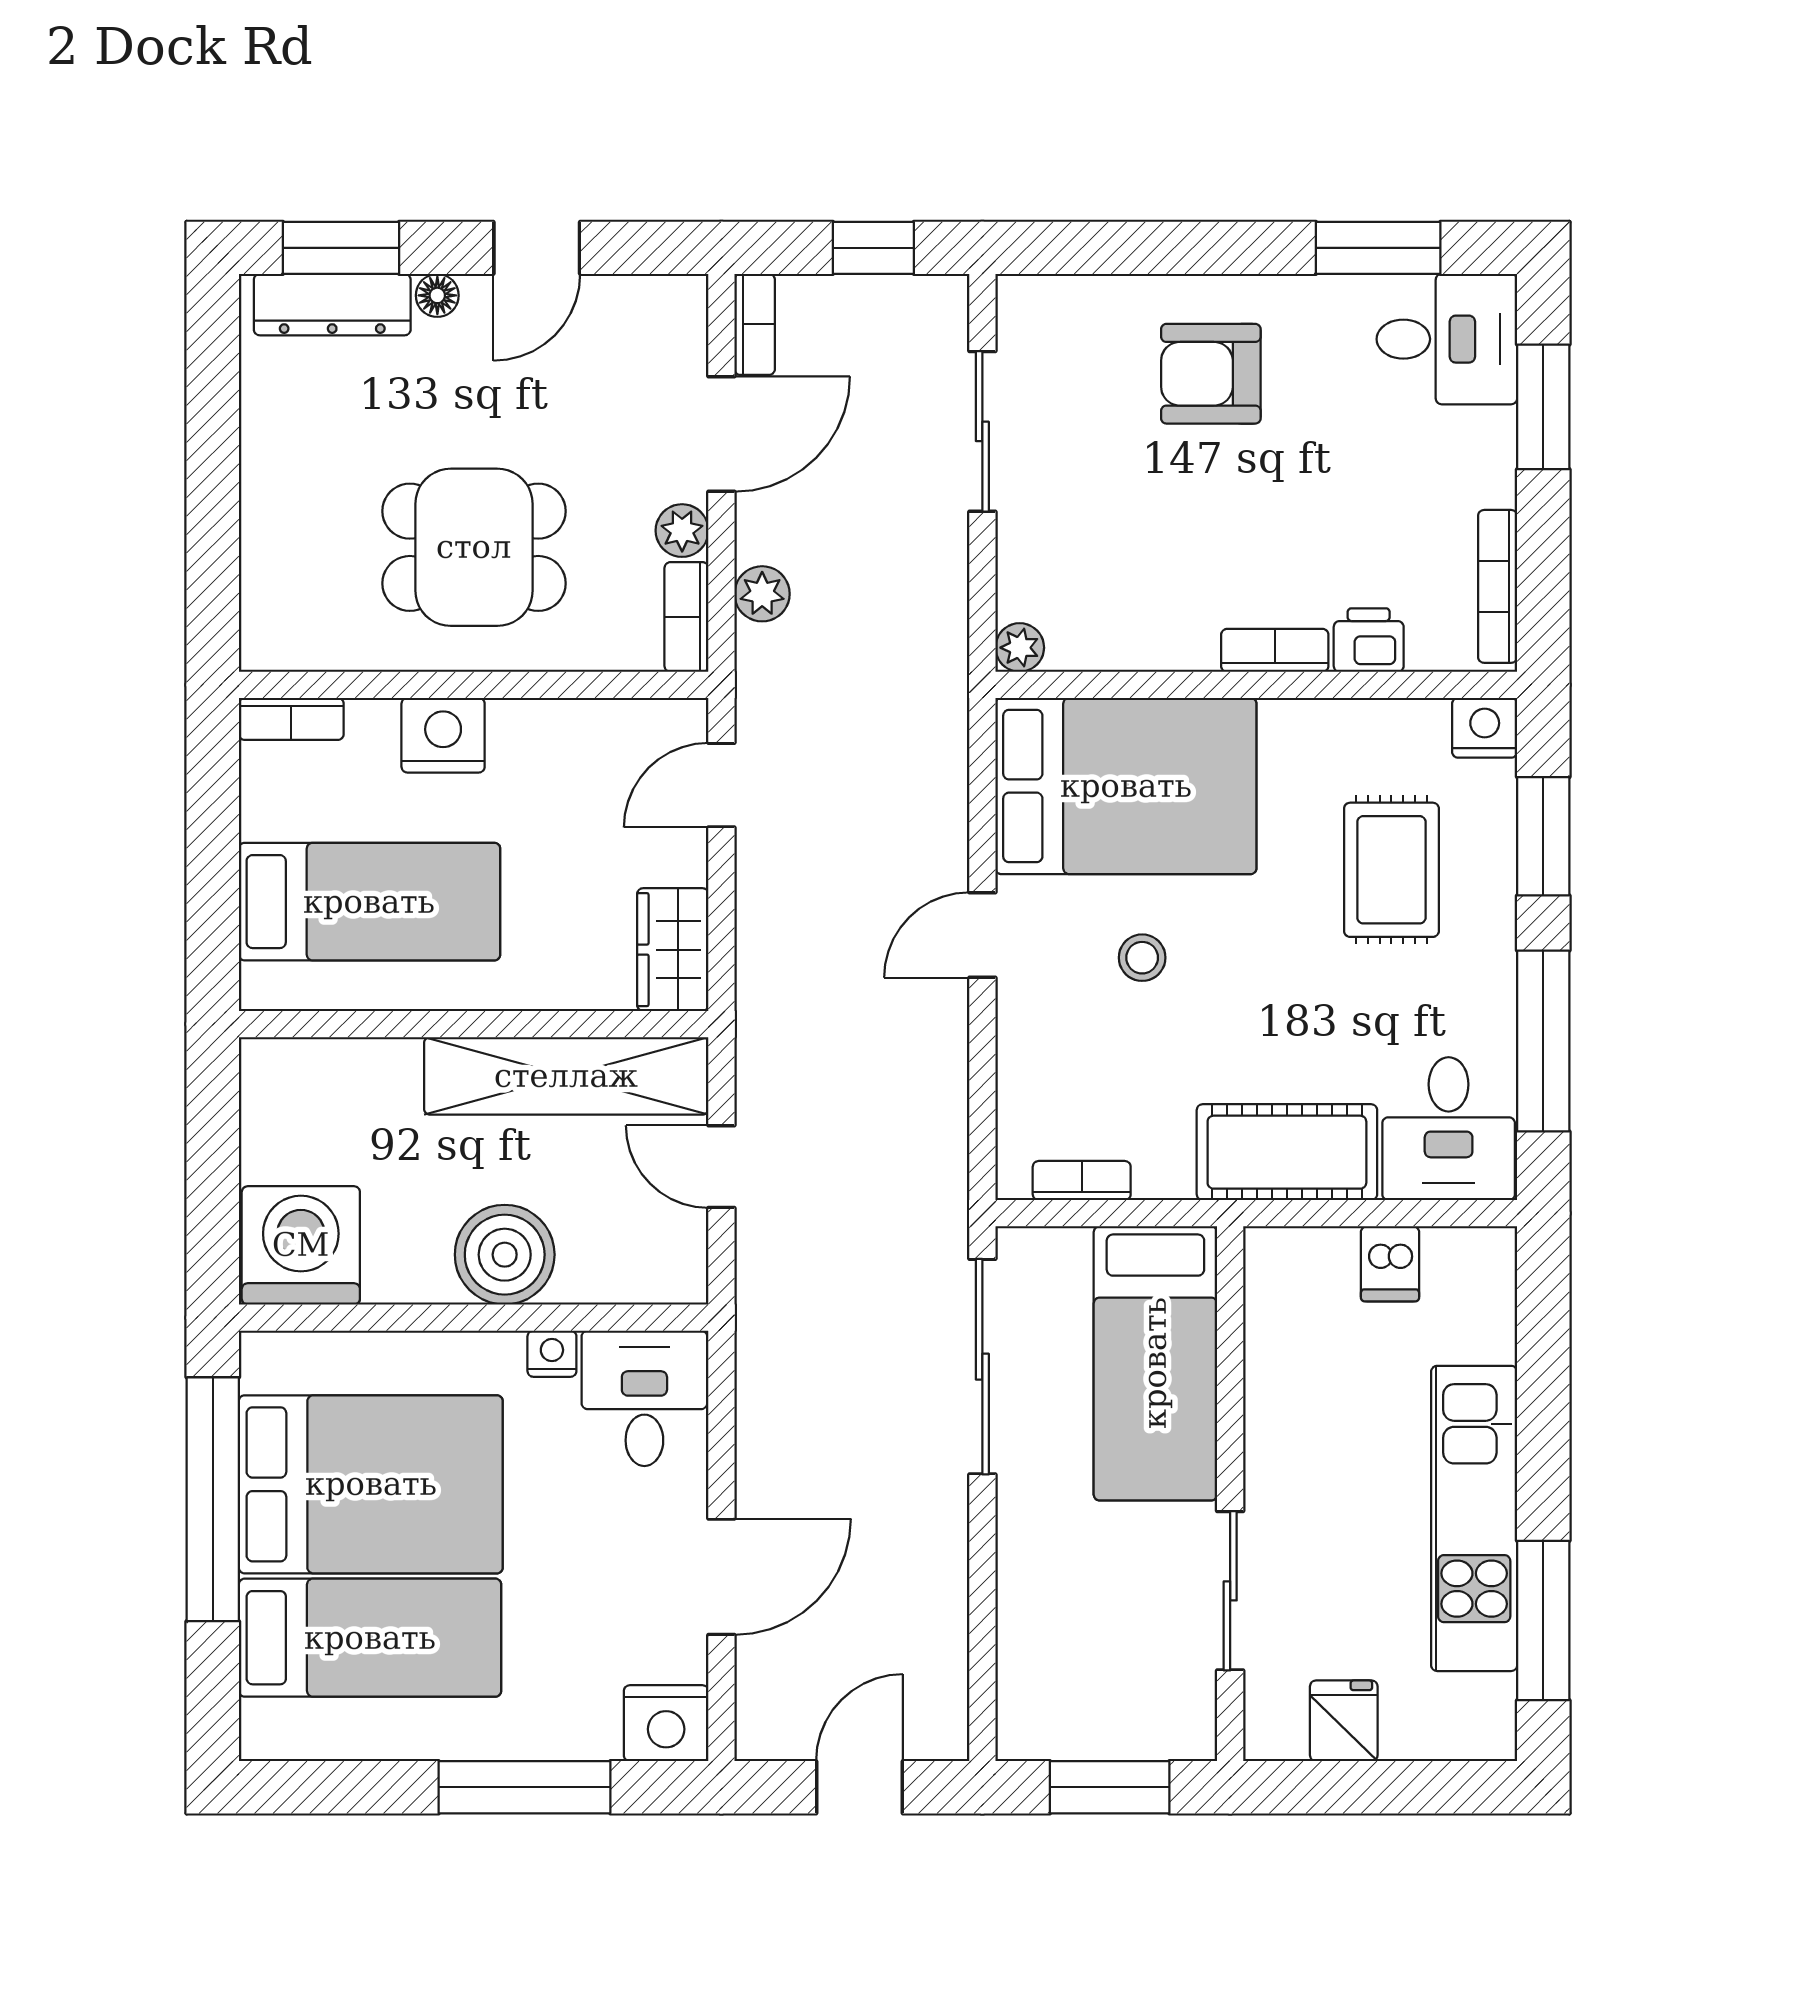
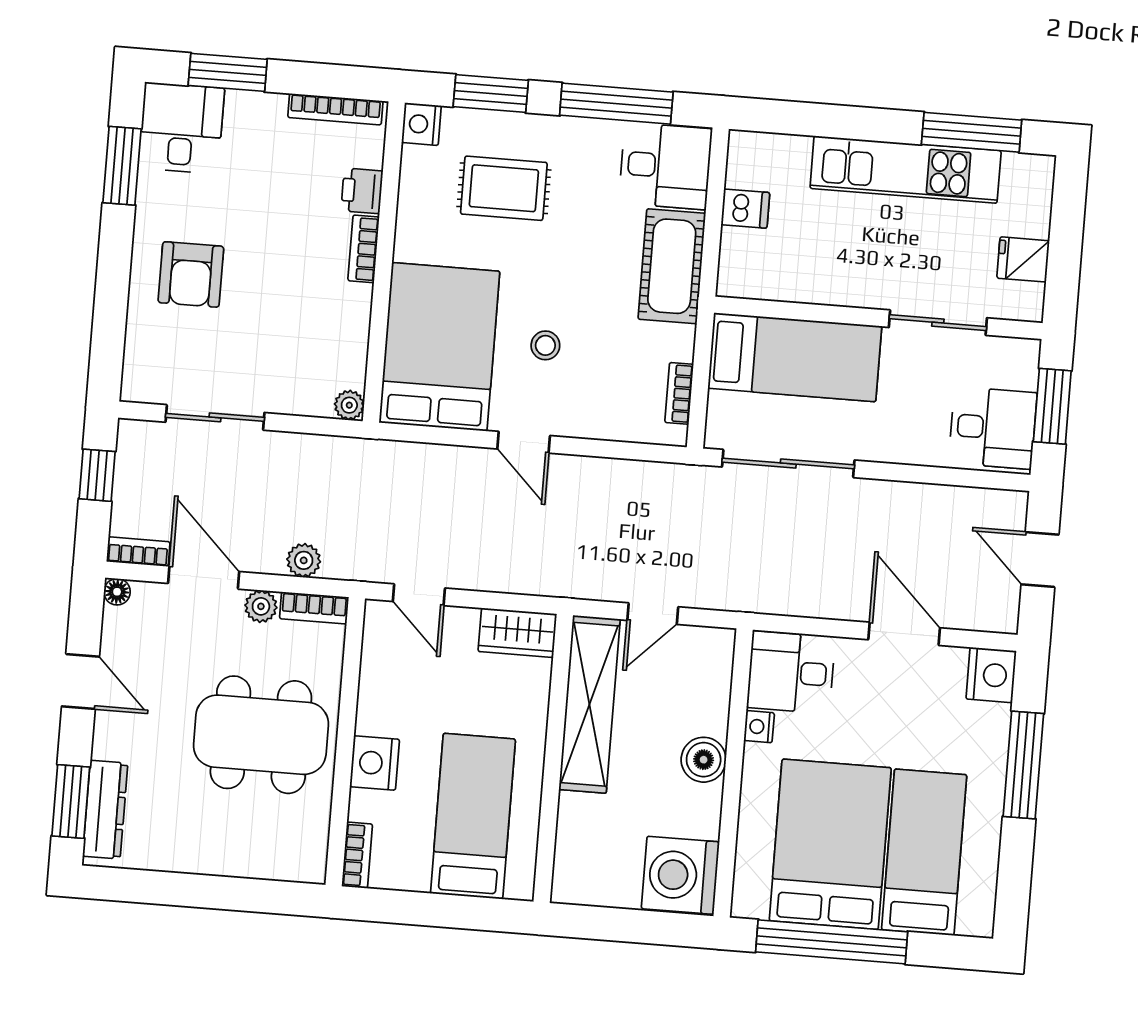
floor lamp: (437, 295) -> (117, 592), moved
dining table: (474, 547) -> (261, 735), width x1.37
boiler: (505, 1255) -> (704, 760), width x0.73, depth x0.73
desk: (1067, 1693) -> (993, 428), added

